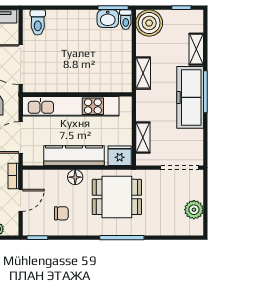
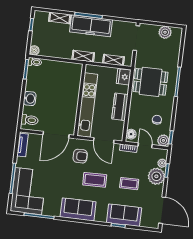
washbasin: (108, 19) -> (30, 99), moved
boiler: (149, 23) -> (34, 50), width x0.54, depth x0.54
shelving: (143, 73) -> (83, 56), moved
kitchen counter: (74, 156) -> (120, 107), width x0.67
floor lamp: (75, 177) -> (131, 134), moved
dining table: (117, 197) -> (151, 82), turned 90
plant: (31, 227) -> (163, 140), added

